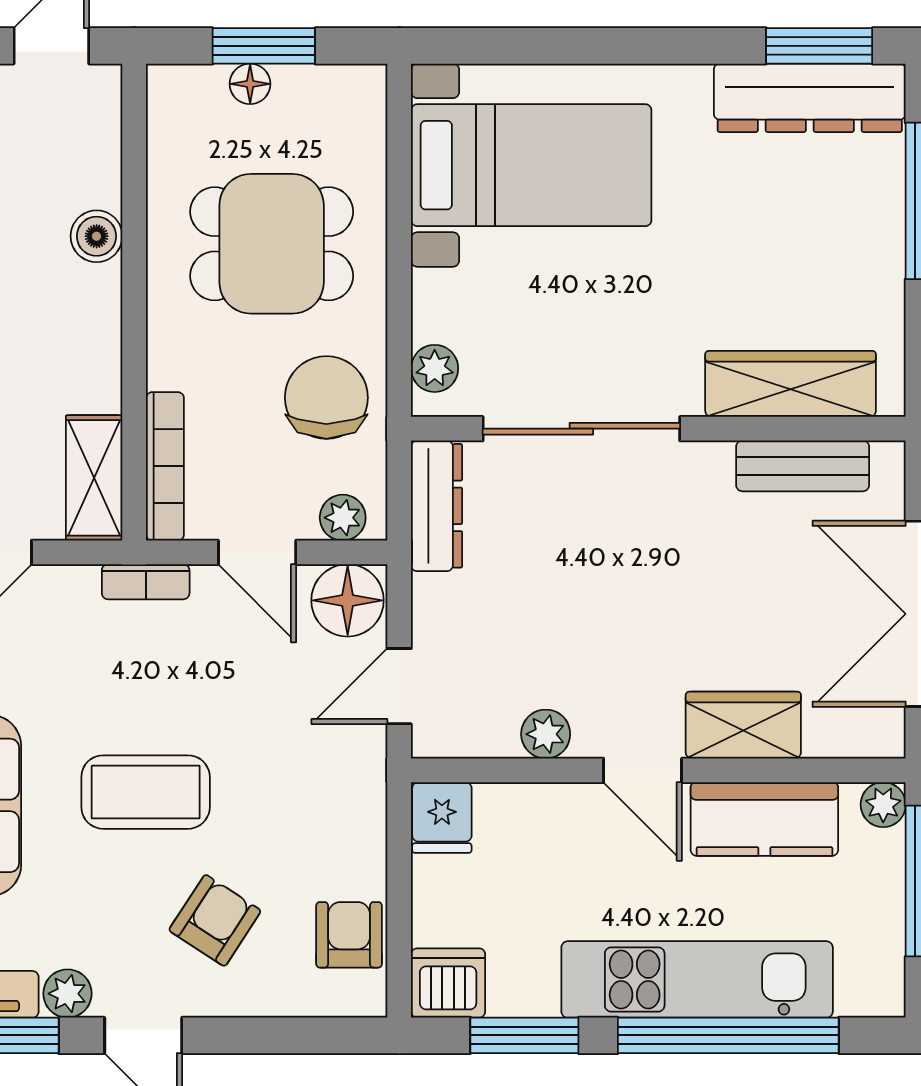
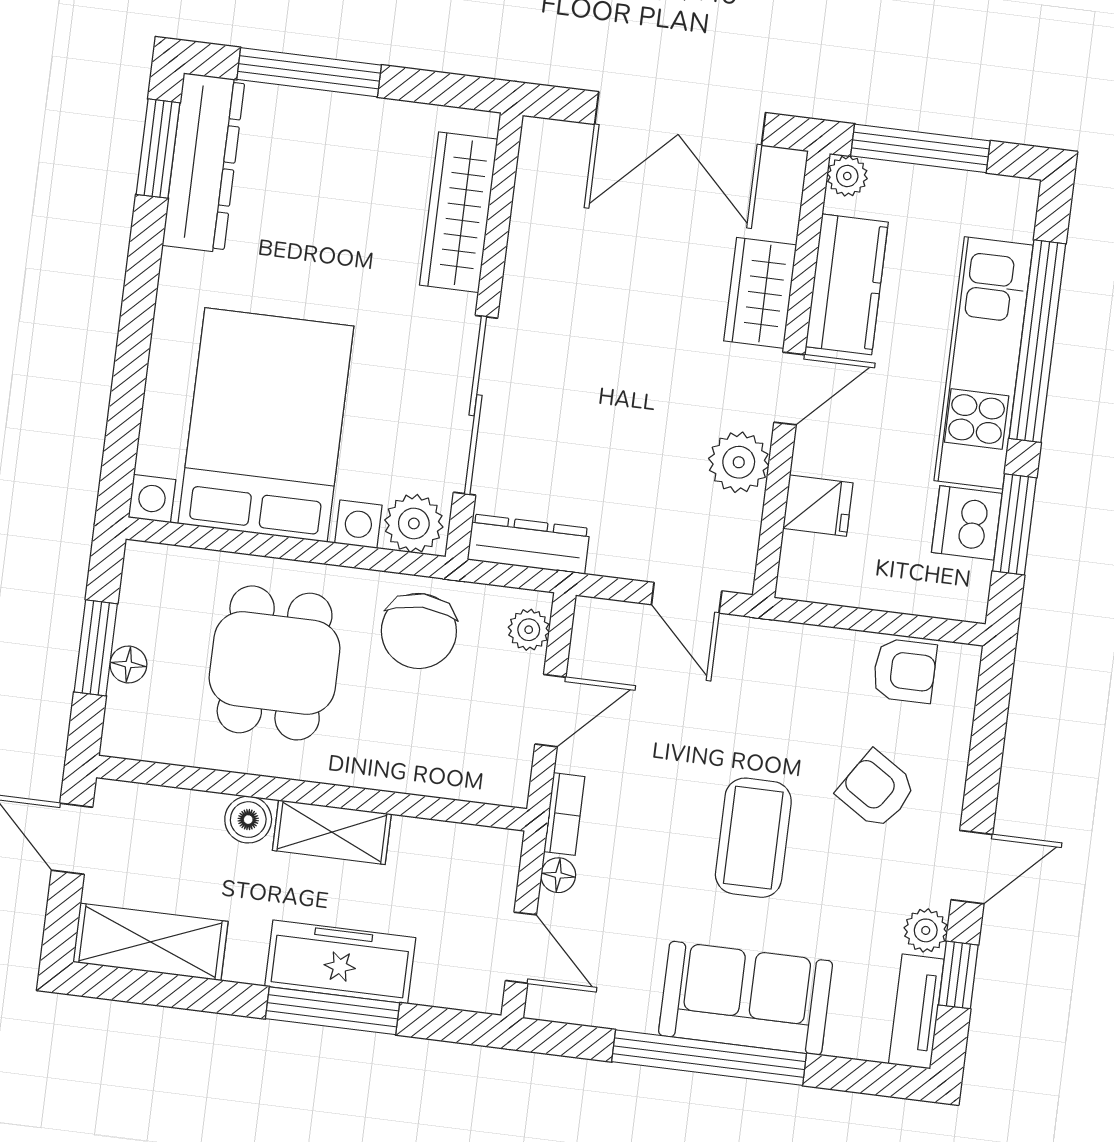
bed with nightstands: (531, 165) -> (266, 425), width x1.36
plant: (435, 368) -> (414, 523), width x1.38, depth x1.38
chair: (326, 398) -> (419, 631), turned -89
bookcase: (165, 466) -> (463, 784), removed
bench: (803, 466) -> (534, 211), removed
shelving: (94, 478) -> (332, 832), moved
floor lamp: (348, 600) -> (558, 875), moved, width x0.53, depth x0.53
plant: (546, 734) -> (739, 462), width x1.38, depth x1.38
fridge: (442, 818) -> (818, 506), moved
armchair: (349, 935) -> (904, 671), turned 180
dishwasher: (448, 983) -> (967, 523), moved

